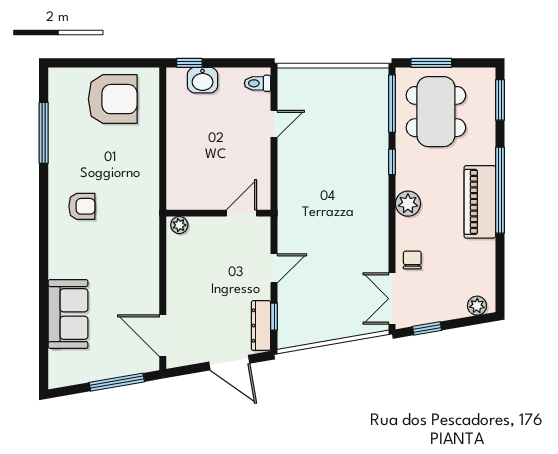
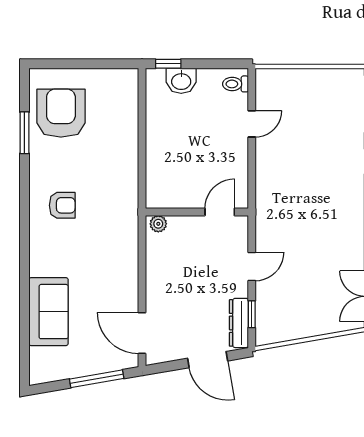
armchair: (113, 99) -> (61, 113), moved, turned -90
window: (44, 133) -> (24, 133), width x0.69

